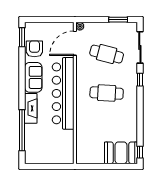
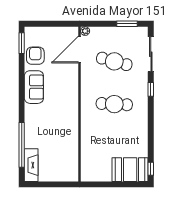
bar counter: (63, 93) -> (67, 105), removed
fireplace: (31, 108) -> (31, 165), moved

